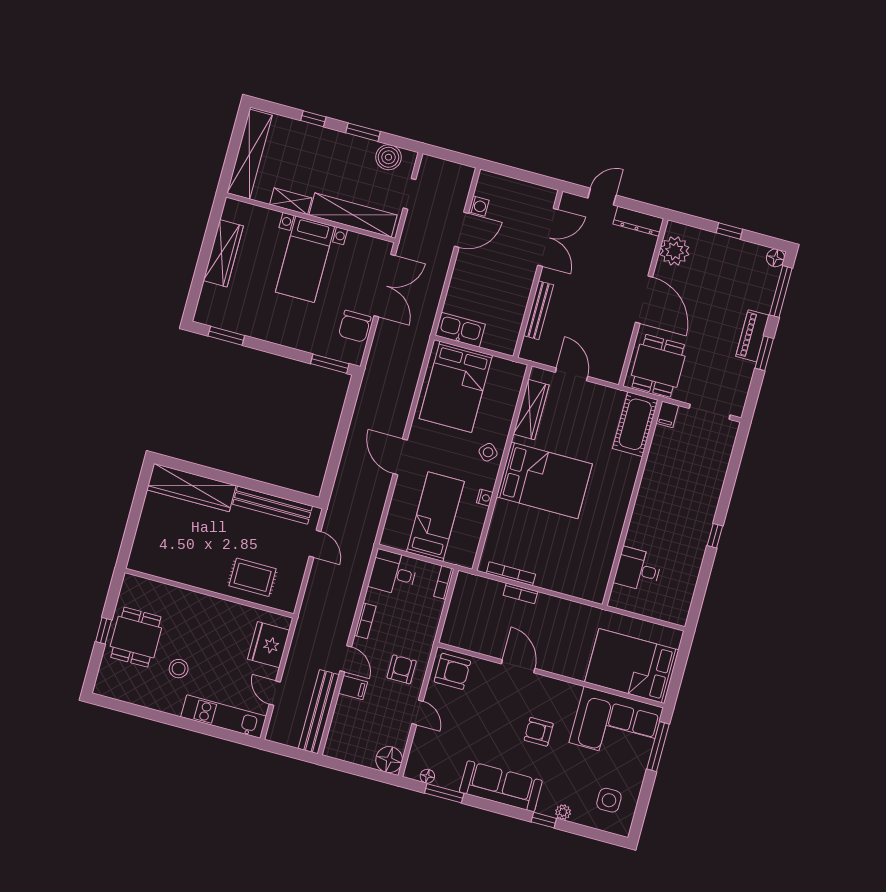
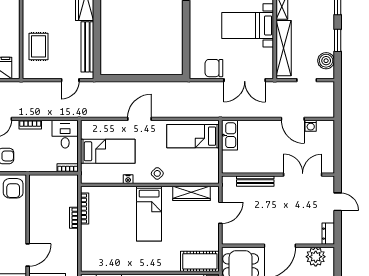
dresser: (638, 221) -> (328, 234), width x0.70
double door: (548, 237) -> (303, 175), swing flipped
window: (330, 364) -> (186, 59), removed
bed: (456, 387) -> (193, 136), width x0.67
bed: (544, 480) -> (149, 214), width x0.67
door: (518, 666) -> (28, 255), moved

